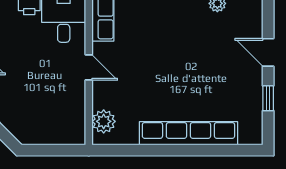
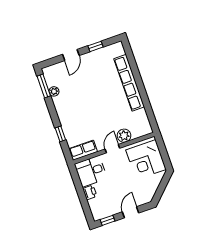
corner desk: (51, 117) -> (146, 160), added
plant: (104, 121) -> (124, 136), moved

